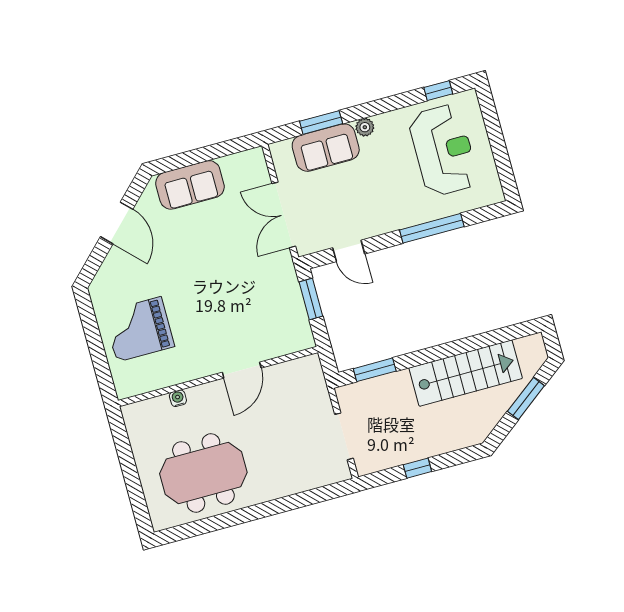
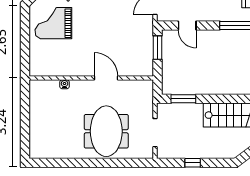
grand piano: (139, 329) -> (53, 23), moved
door: (242, 370) -> (106, 78), swing flipped
meeting table: (203, 473) -> (106, 131), moved, turned 90

